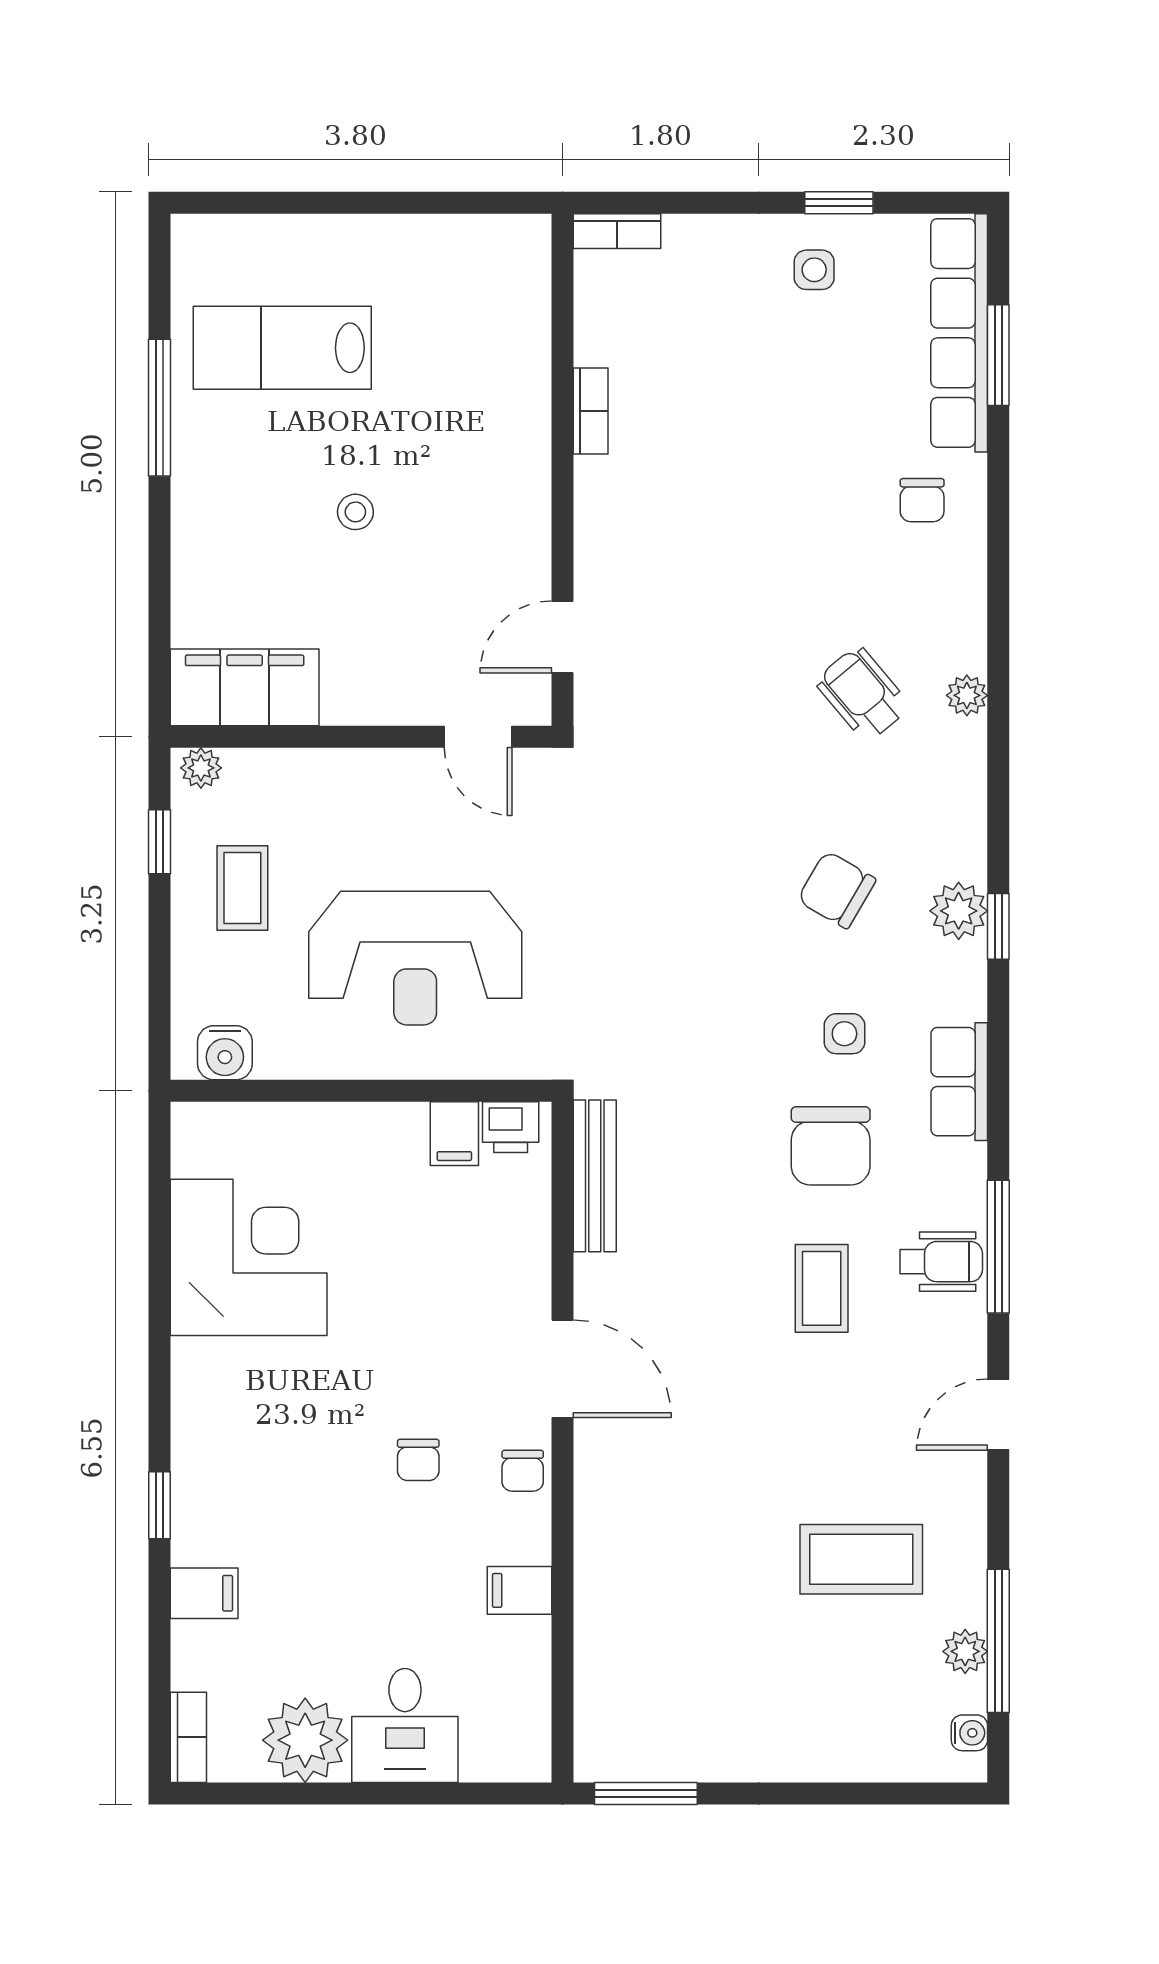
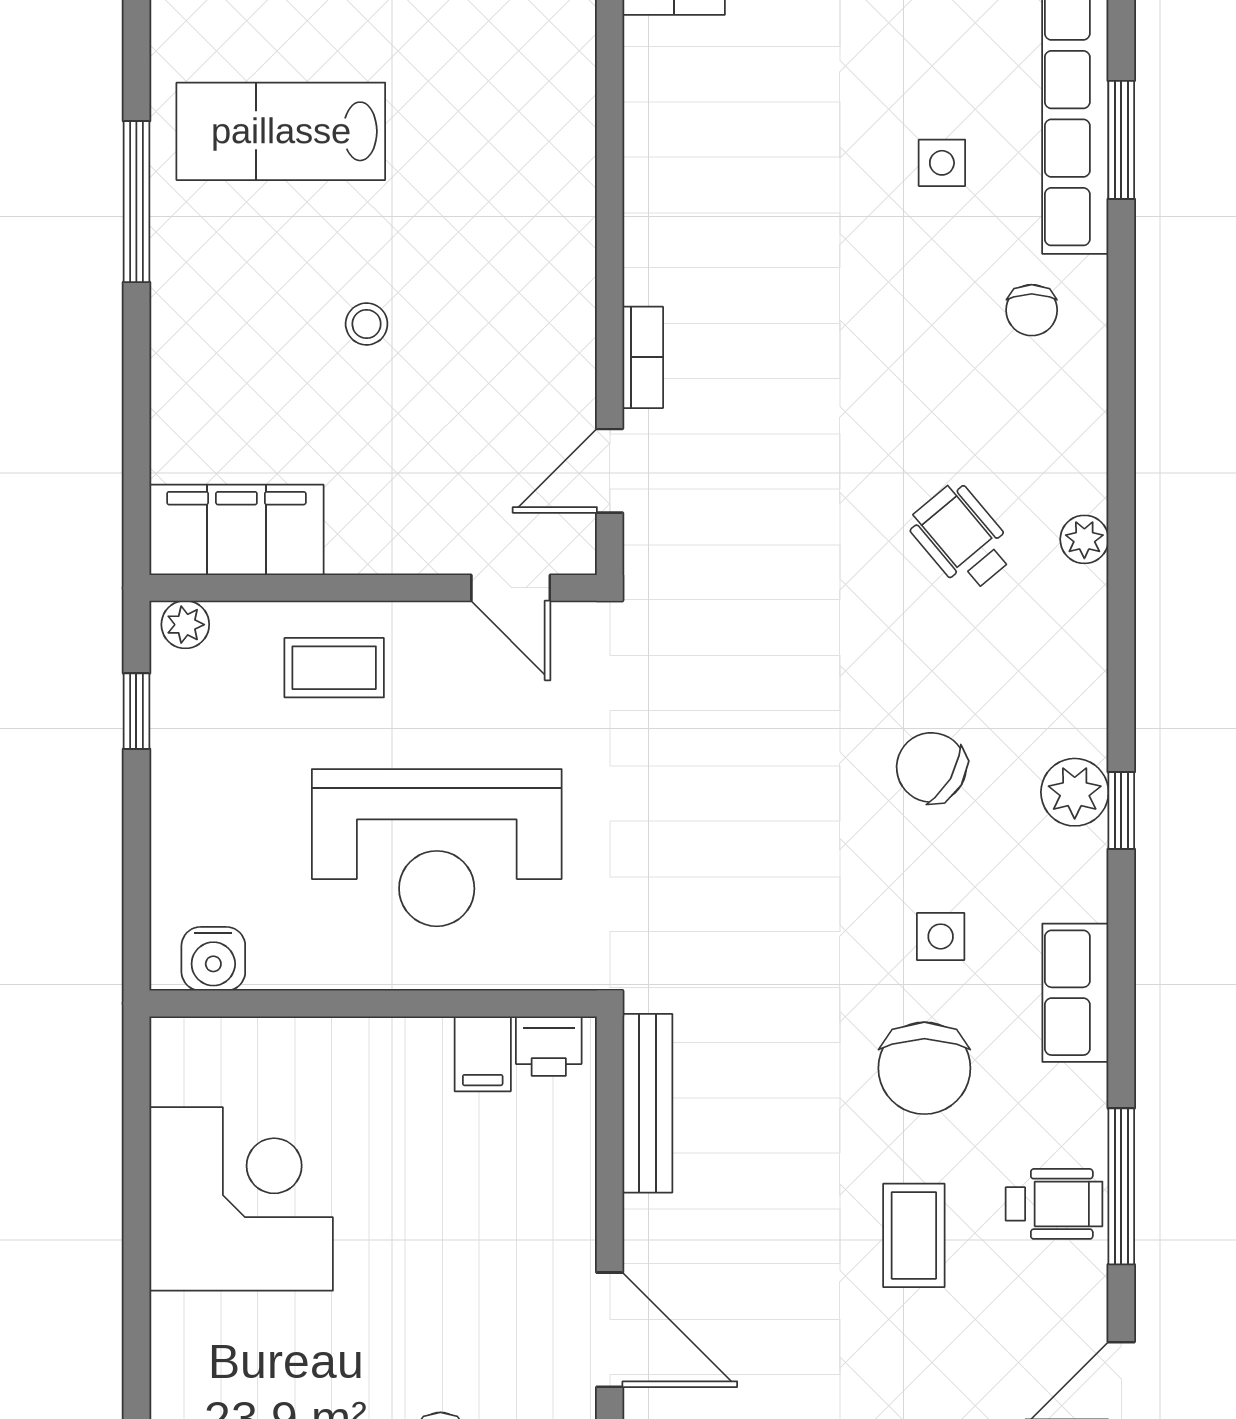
side table: (814, 270) -> (942, 163), moved
bookcase: (591, 411) -> (643, 357), moved
coffee table: (242, 888) -> (334, 668), moved, turned 90

